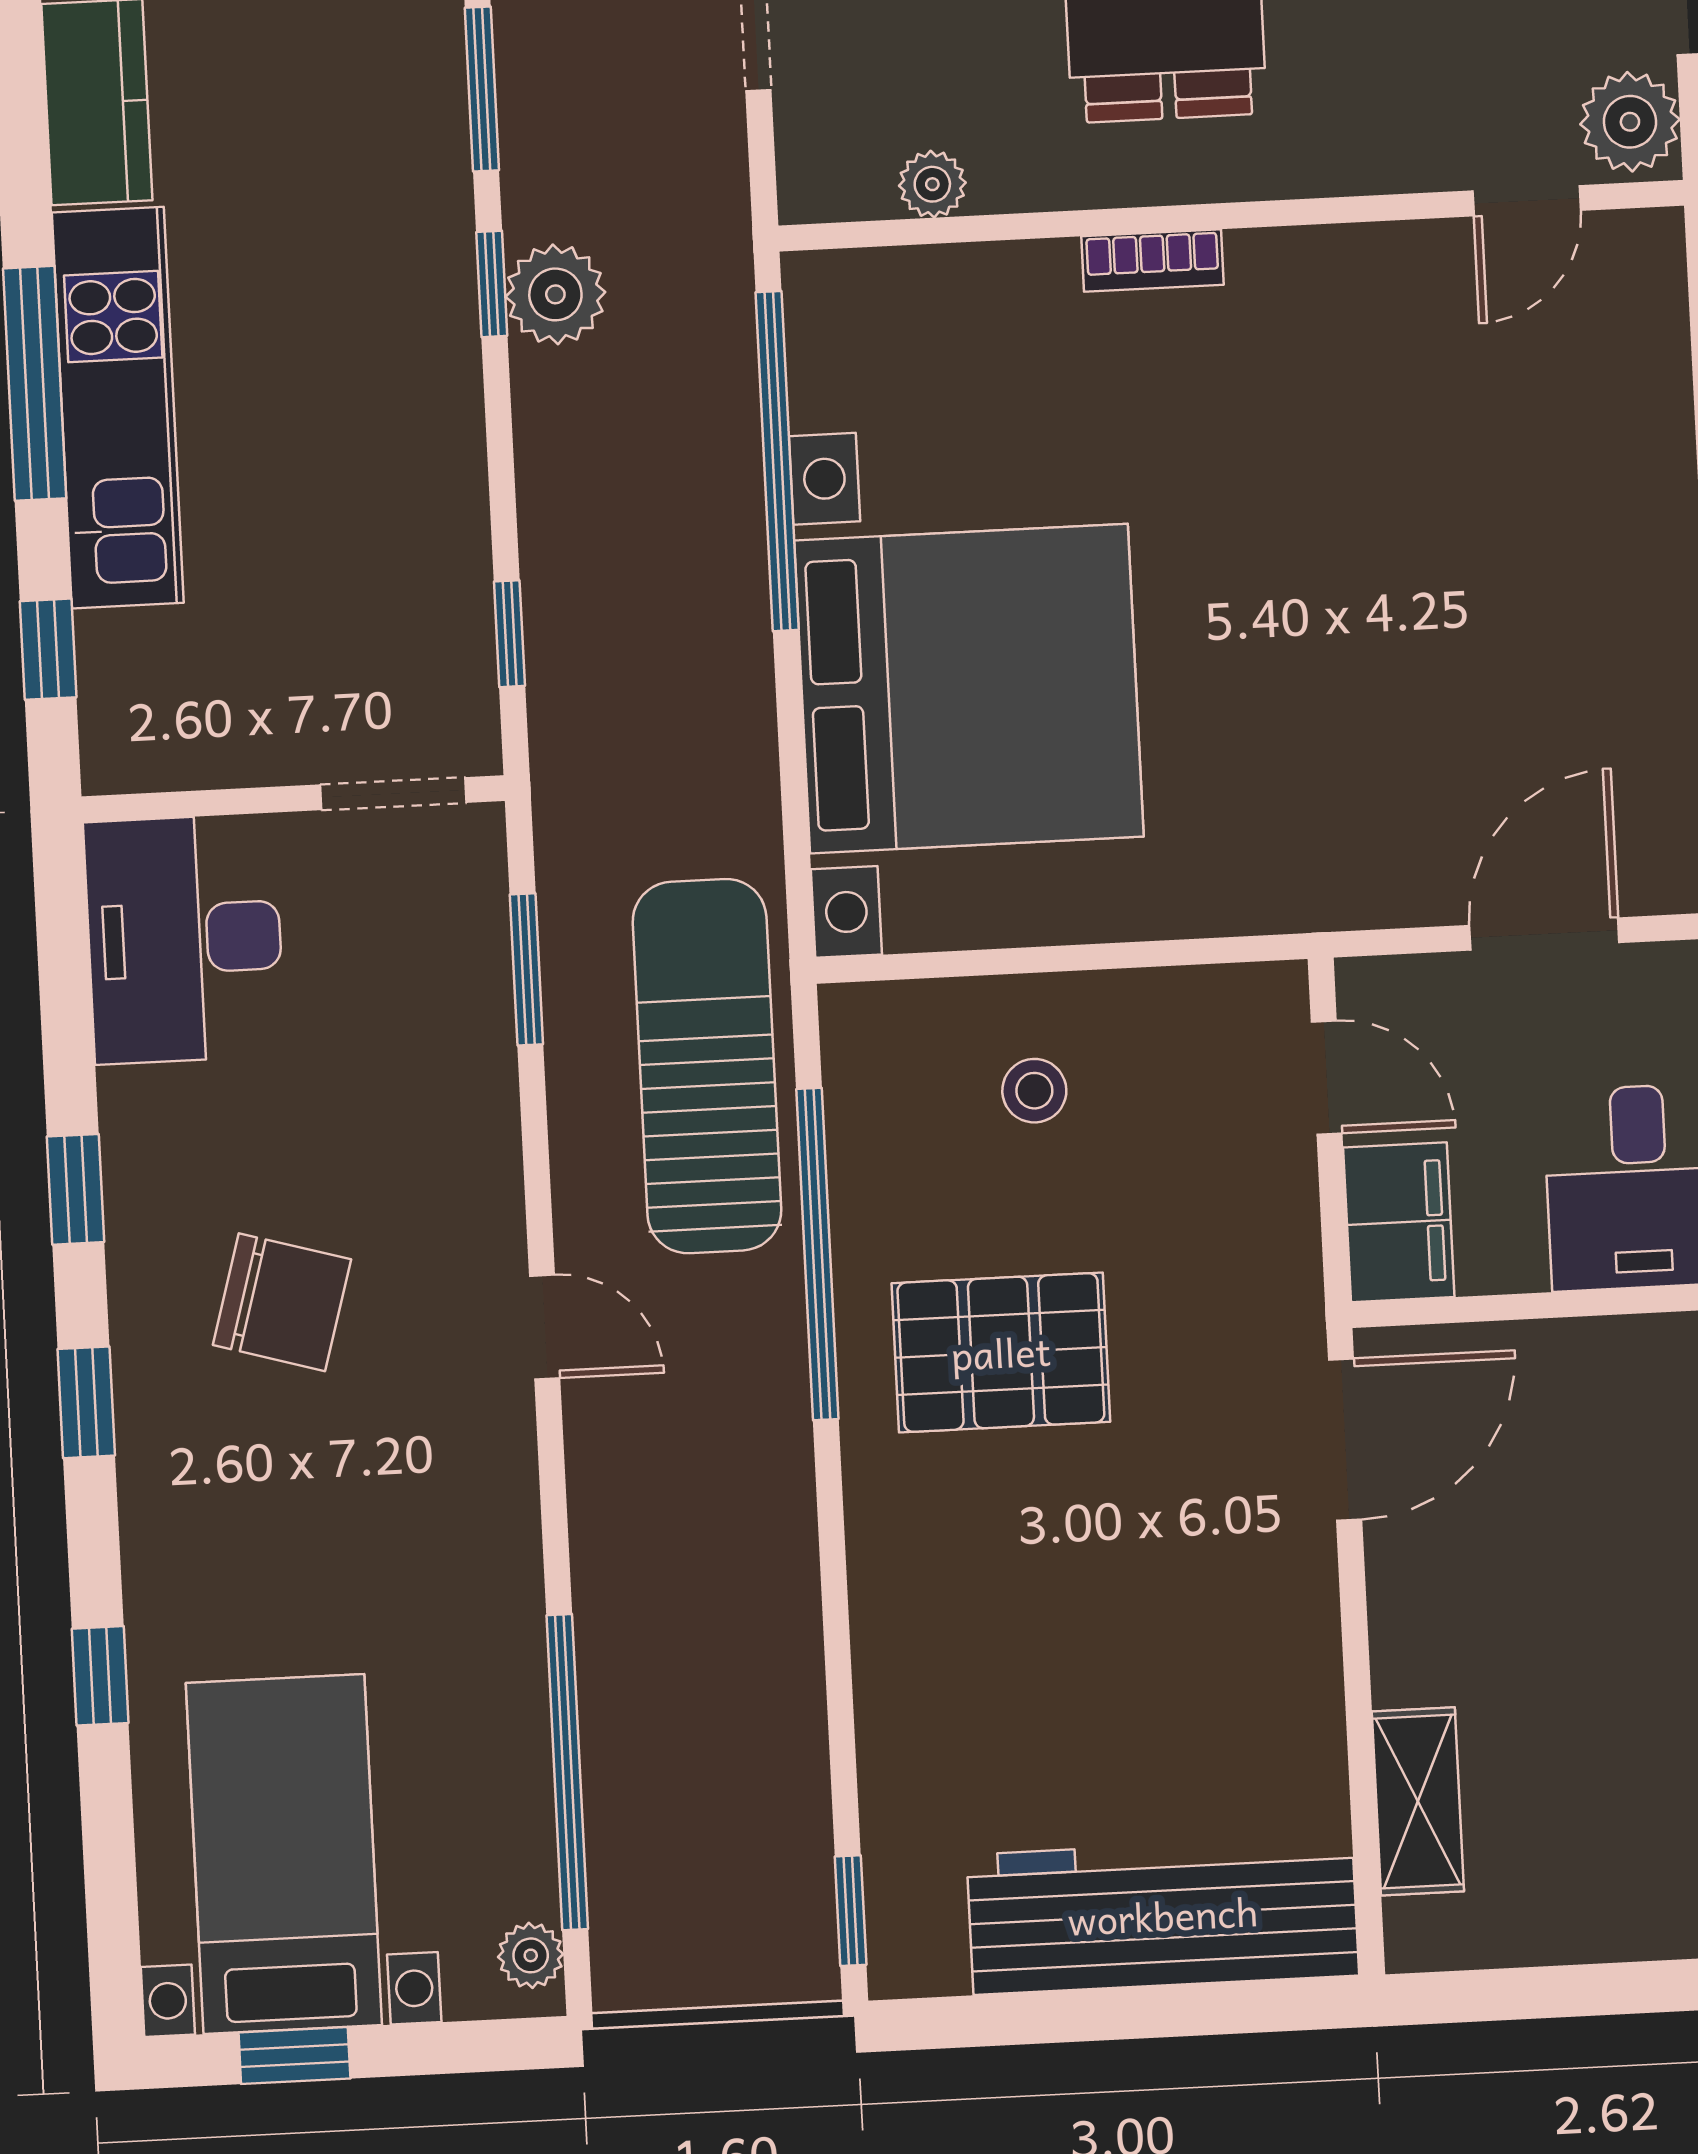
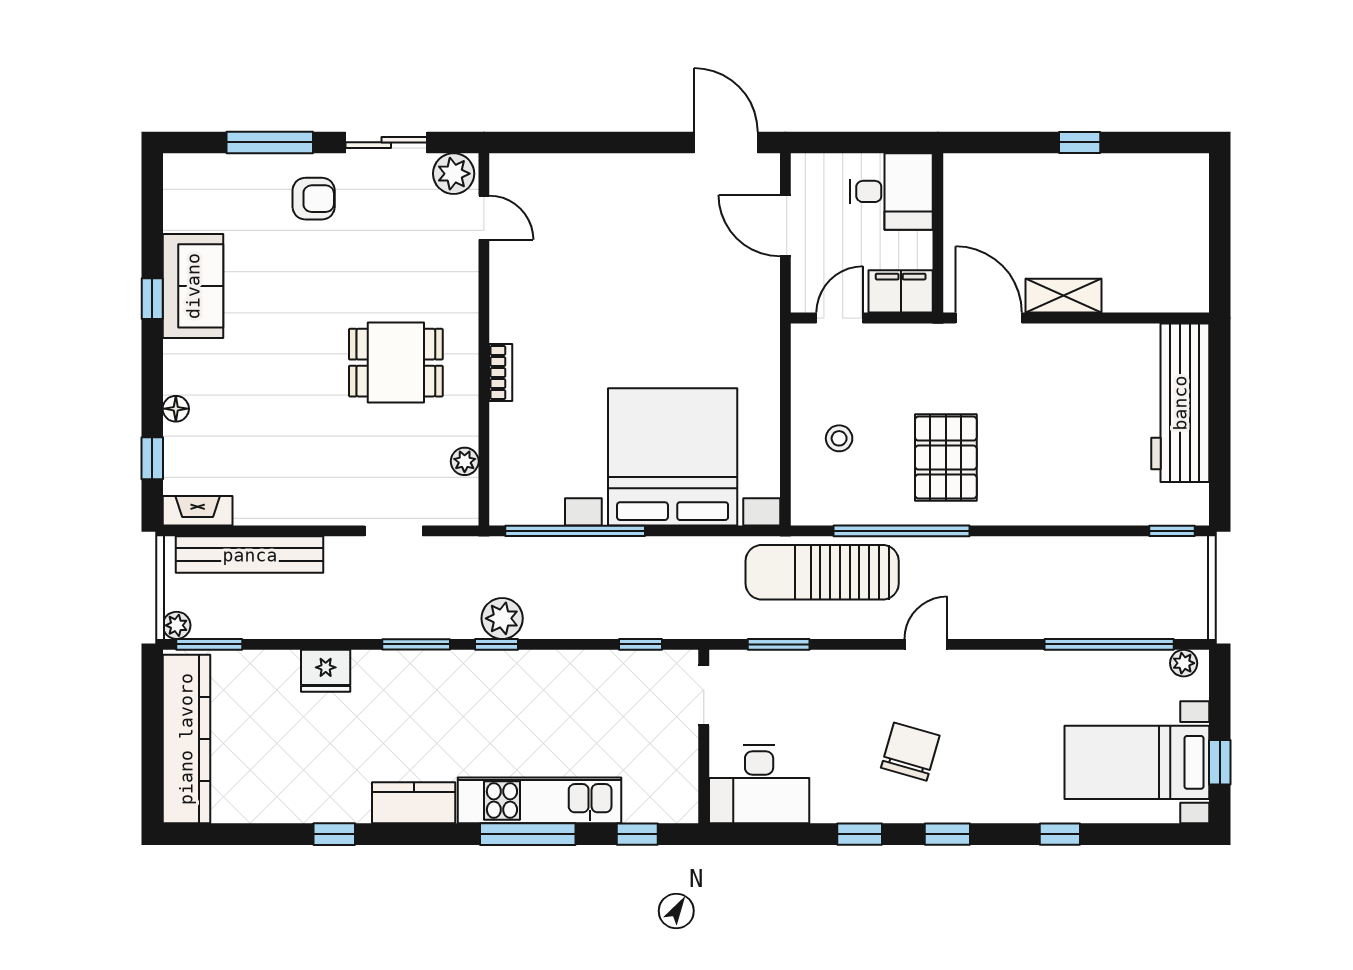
shelving: (1418, 1801) -> (1063, 296), moved

